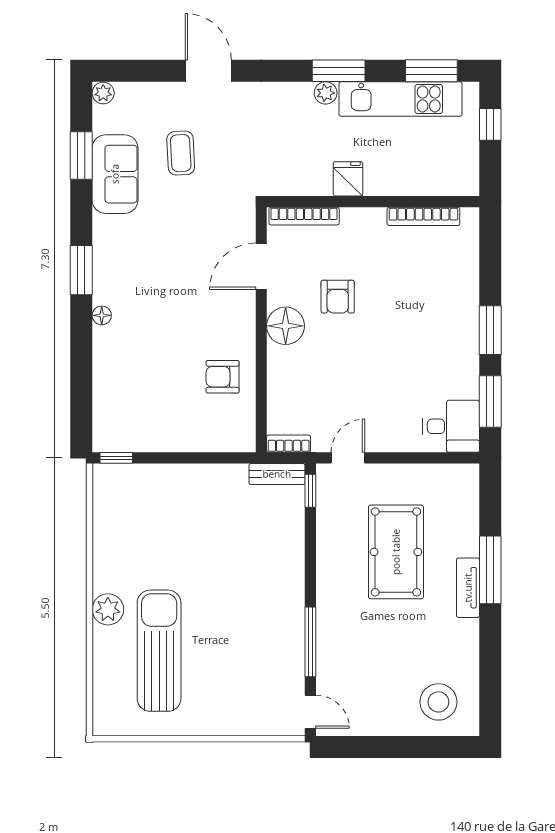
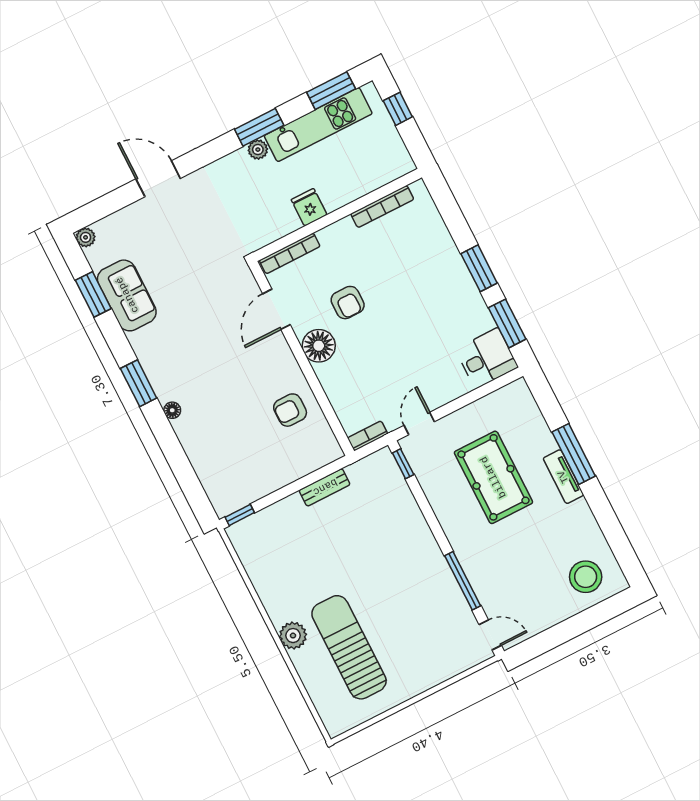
coffee table: (181, 153) -> (169, 253), removed
bench: (277, 474) -> (325, 487), moved

